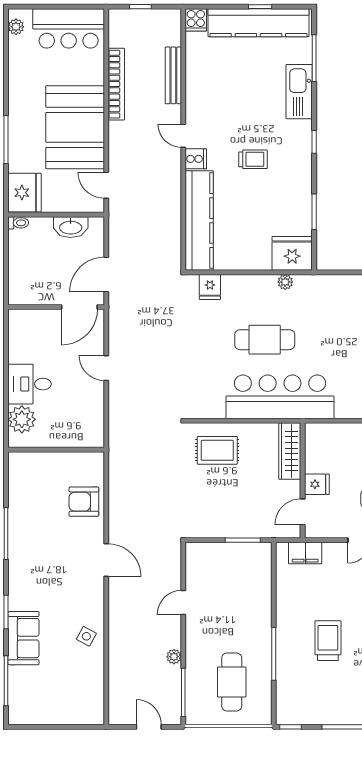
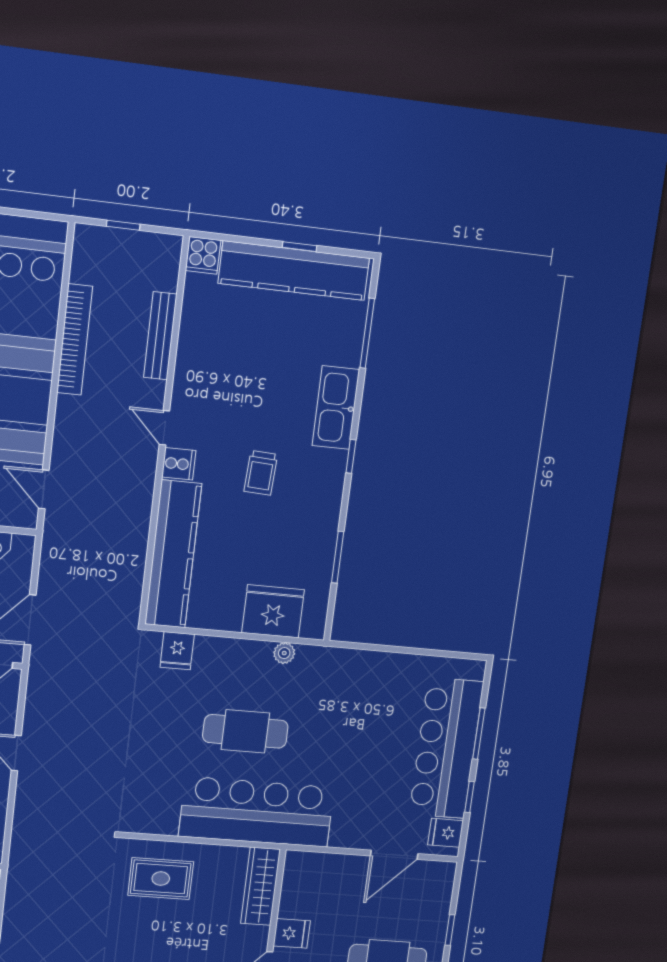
kitchen sink: (299, 92) -> (336, 408), moved
trolley: (253, 159) -> (261, 473), turned 93
fridge: (292, 253) -> (273, 611), moved

